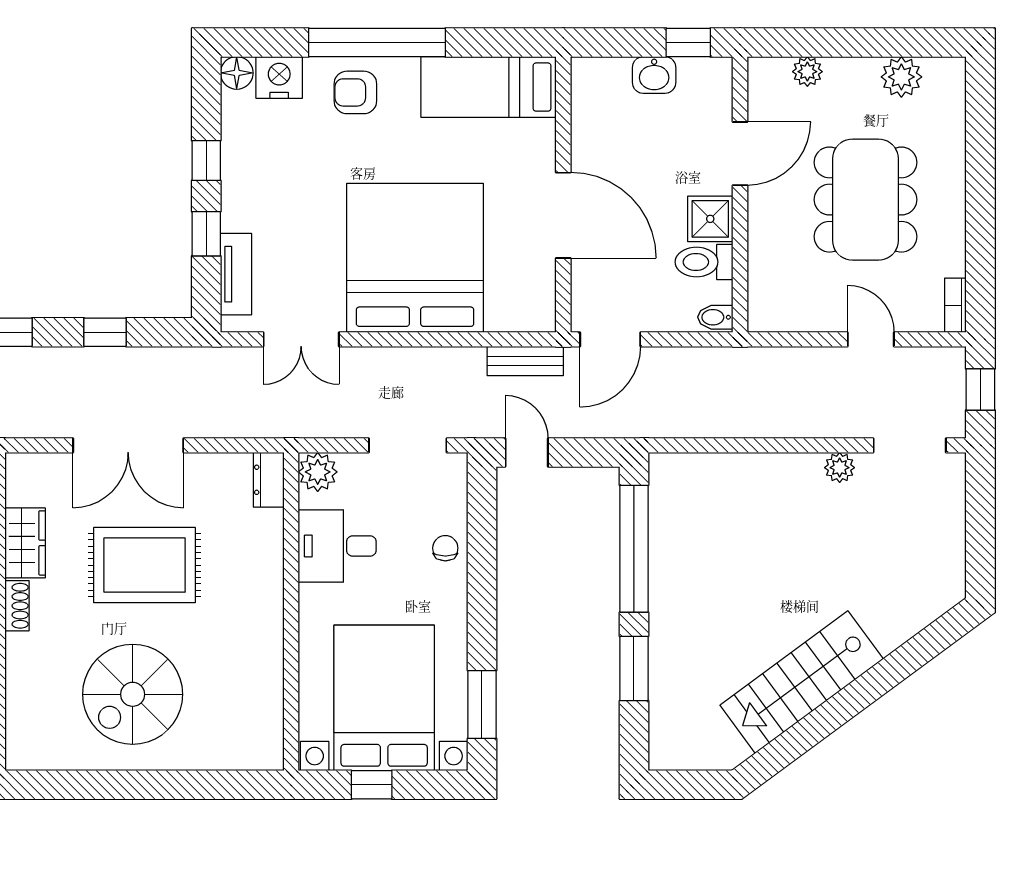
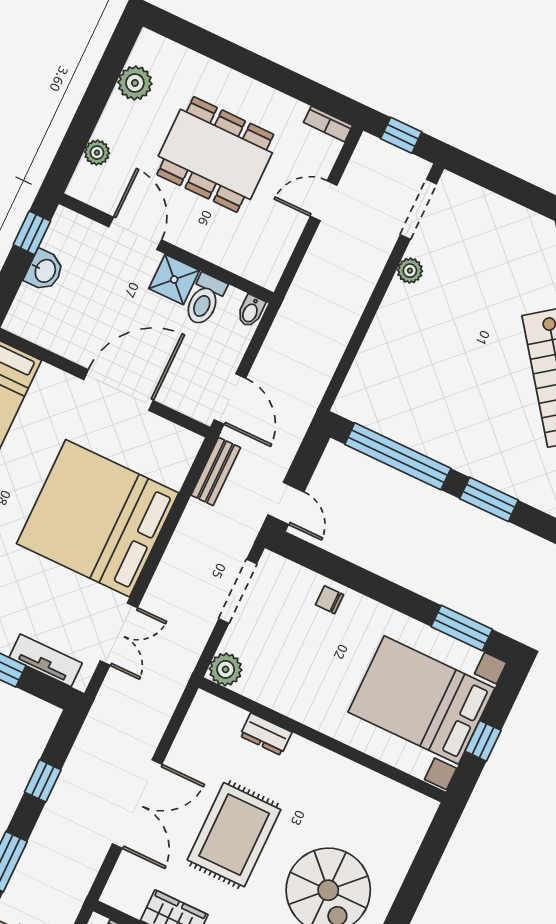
door: (527, 452) -> (286, 503), swing flipped
dresser: (269, 480) -> (266, 734), moved
desk: (337, 546) -> (289, 681), removed

